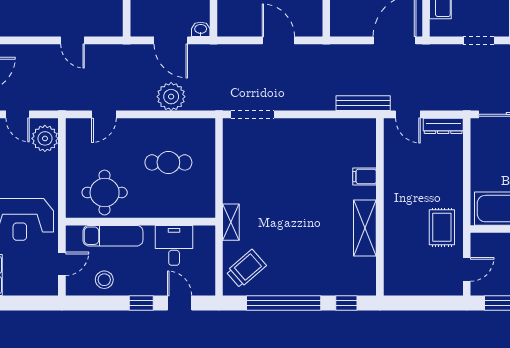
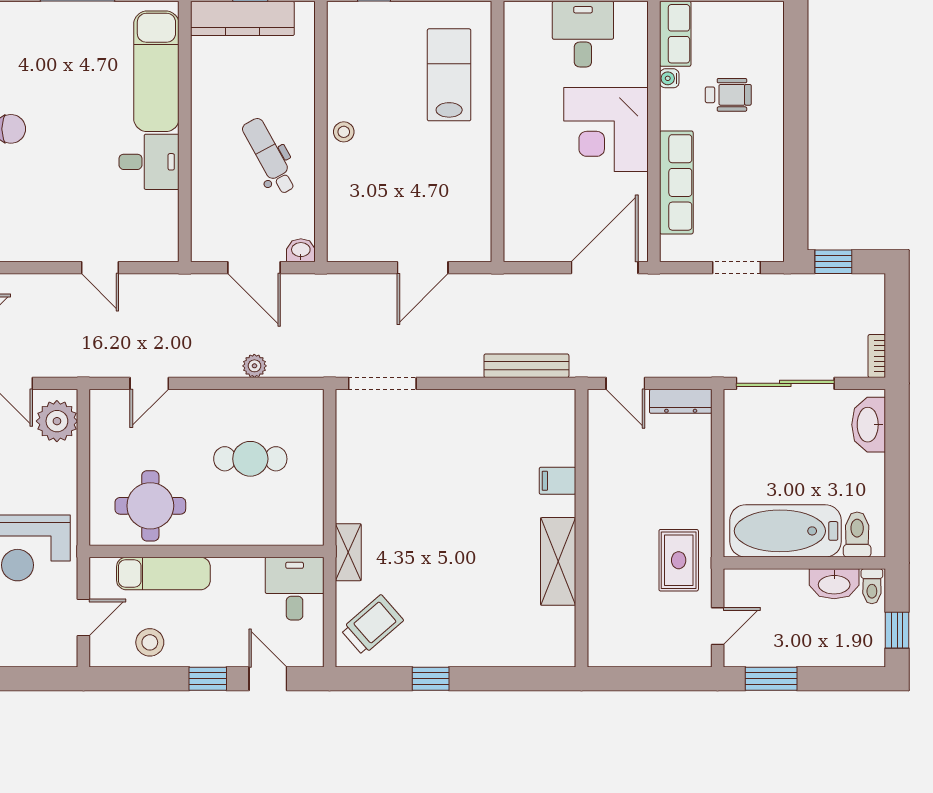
door: (278, 40) -> (423, 268), swing flipped
plant: (171, 97) -> (254, 366), width x0.53, depth x0.53
bench: (363, 103) -> (526, 366), moved
desk: (174, 245) -> (295, 589), moved
window: (284, 303) -> (431, 679), width x0.32
window: (346, 303) -> (529, 679), removed

